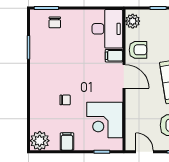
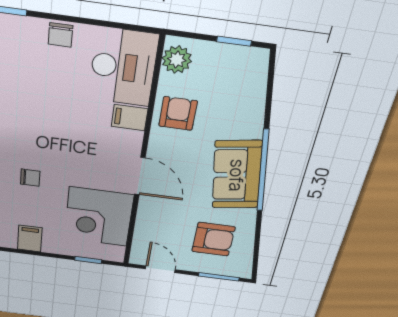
chair: (55, 22) -> (60, 35), moved
armchair: (138, 50) -> (178, 113), turned -90
door: (124, 76) -> (140, 176), moved

